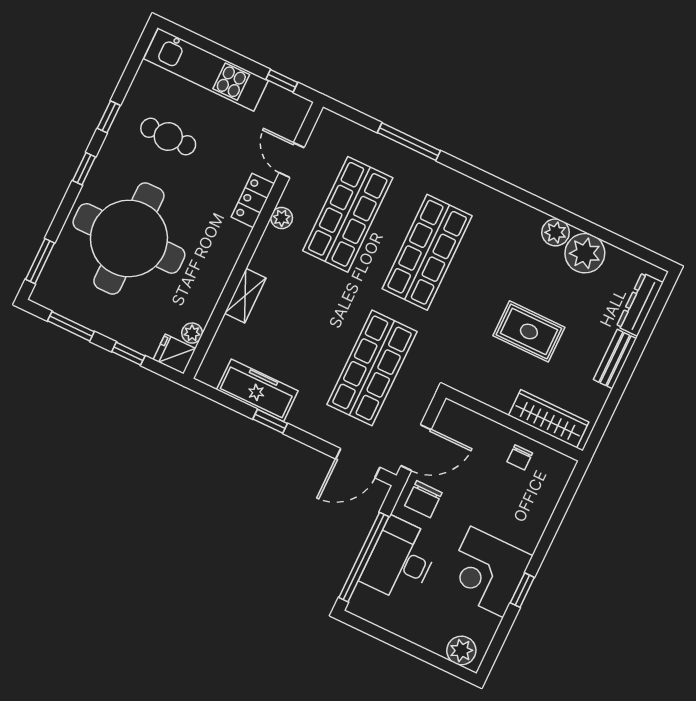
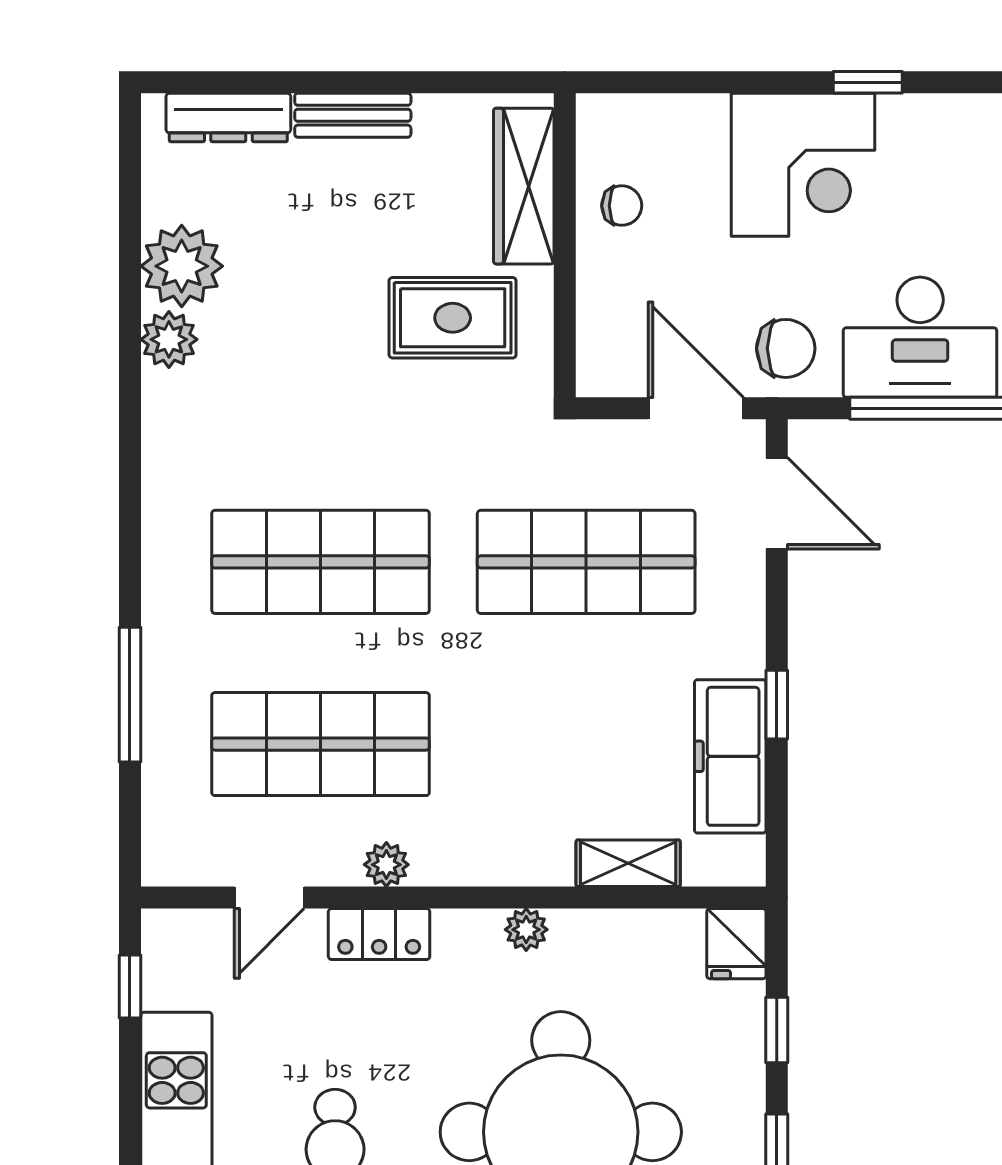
shelving: (245, 296) -> (628, 863), moved
rug: (529, 331) -> (453, 318), moved, turned 90
plant: (192, 333) -> (526, 930), moved
corner desk: (487, 572) -> (803, 165), moved

